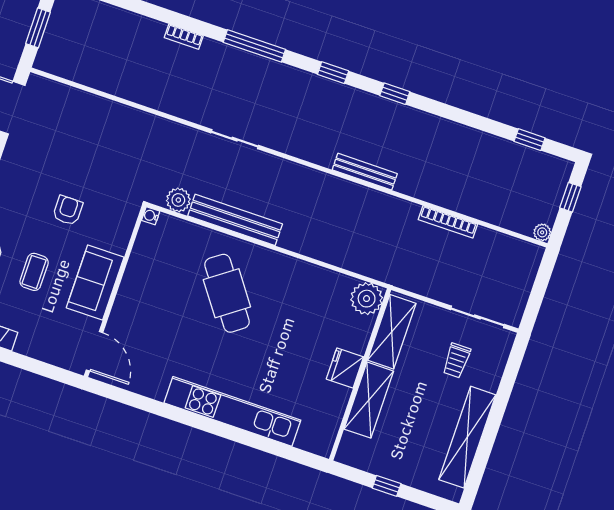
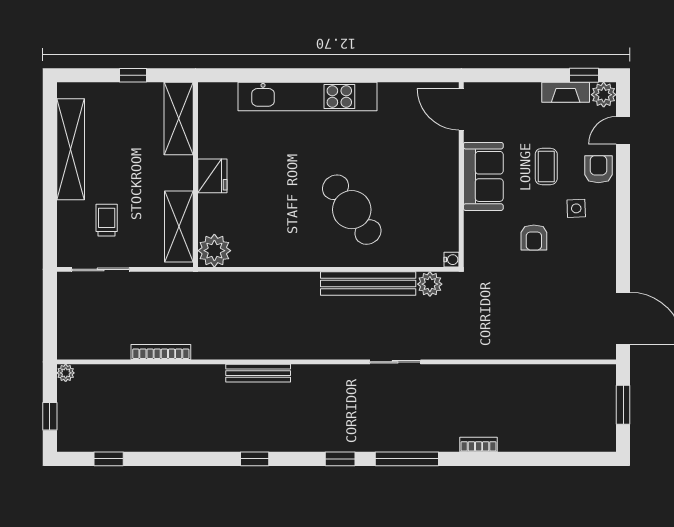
window: (333, 73) -> (340, 459), moved
side table: (20, 224) -> (576, 208), added
shelving: (369, 400) -> (179, 119), moved

